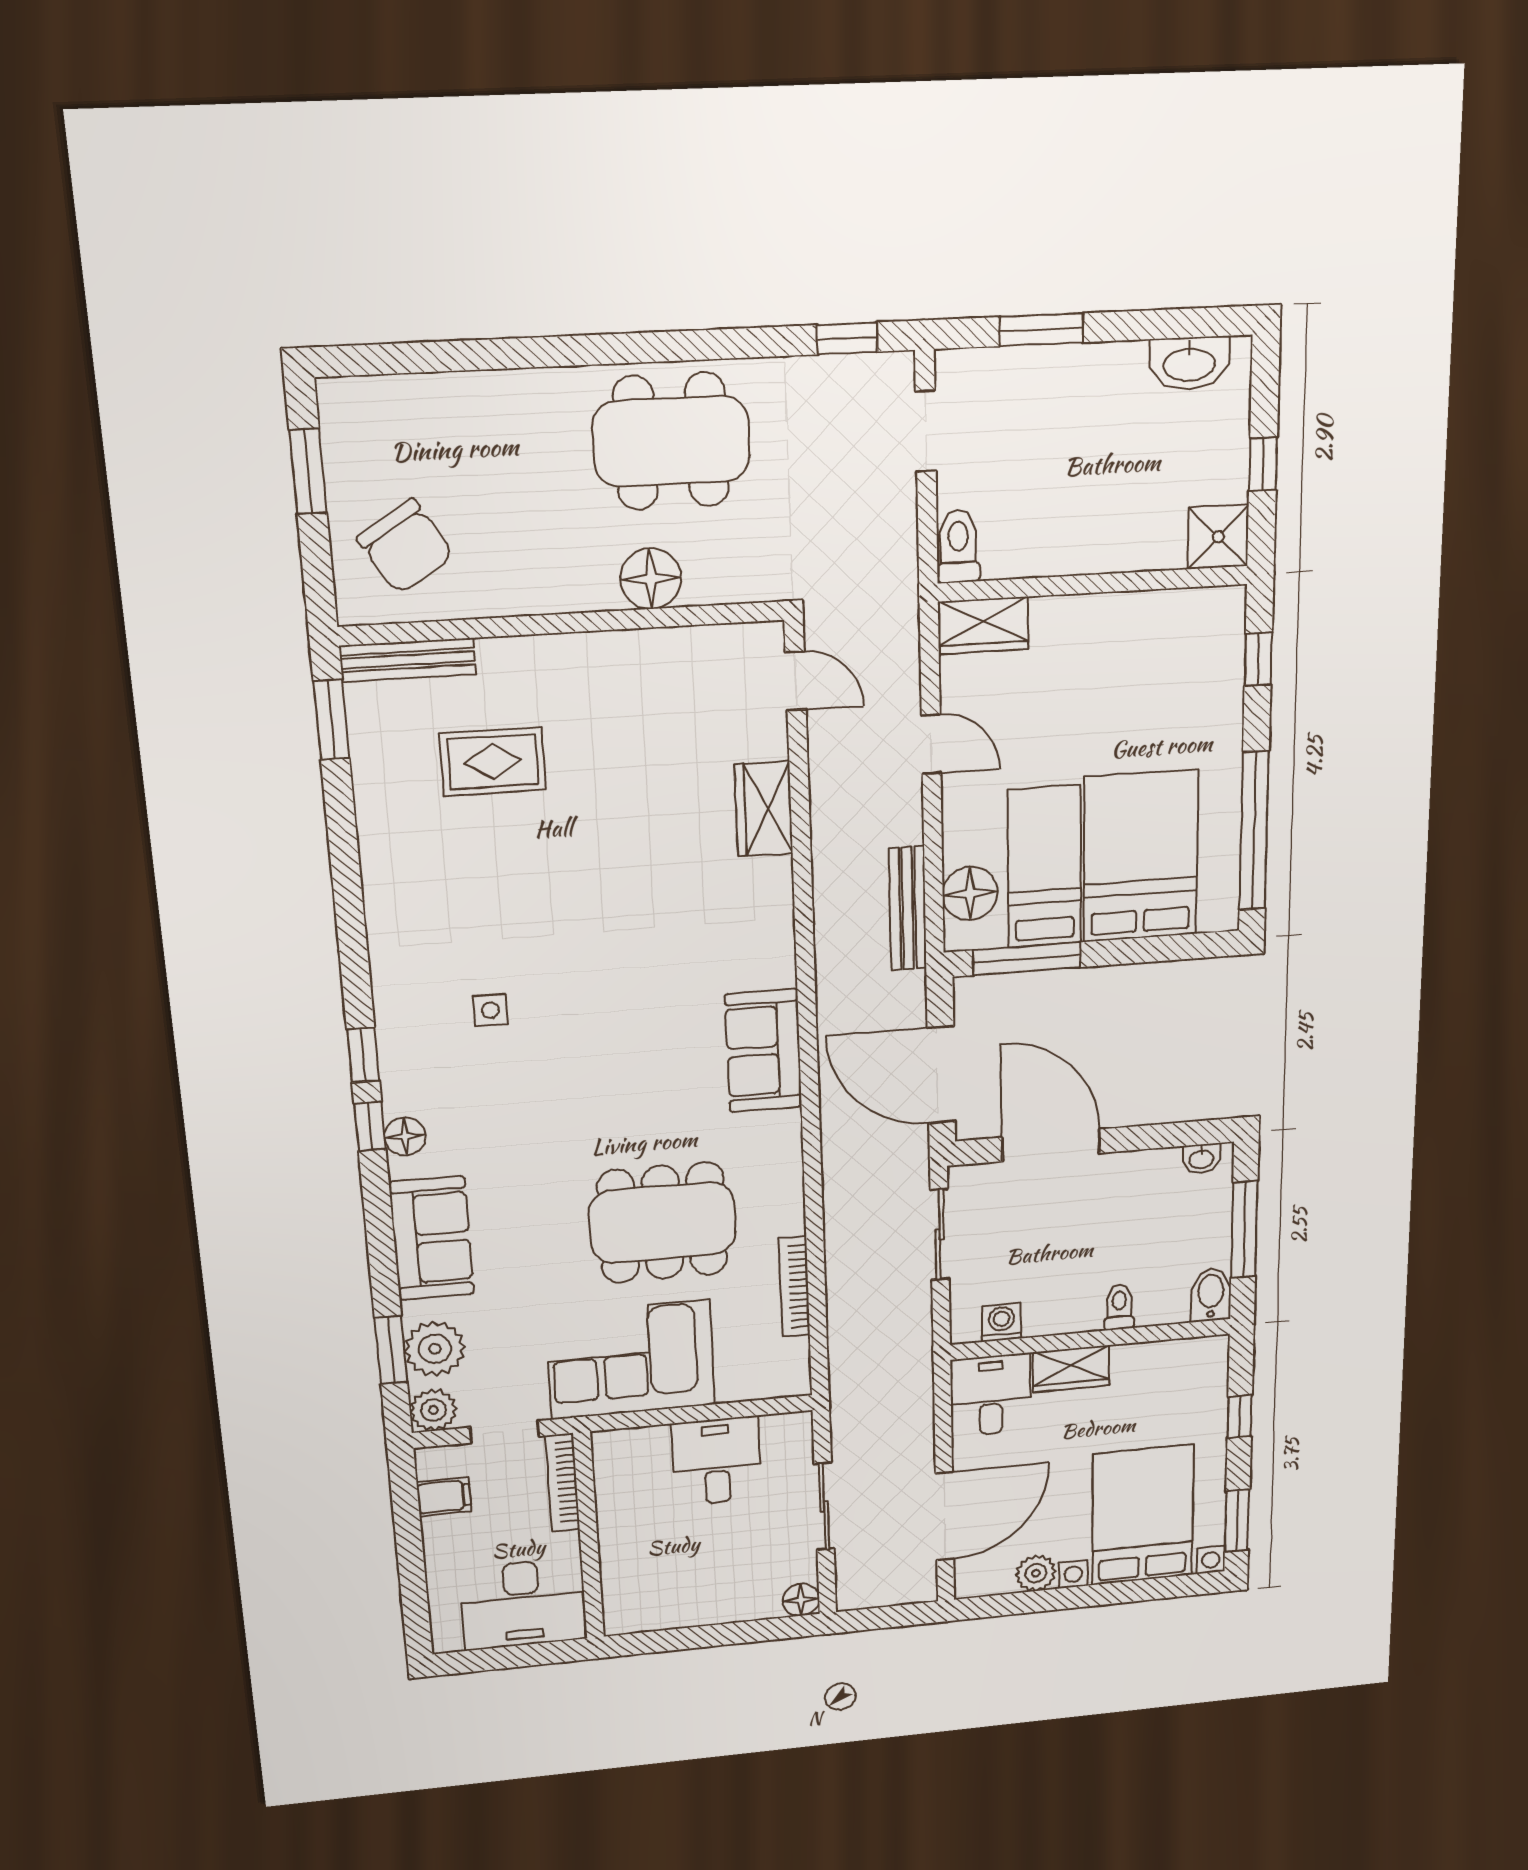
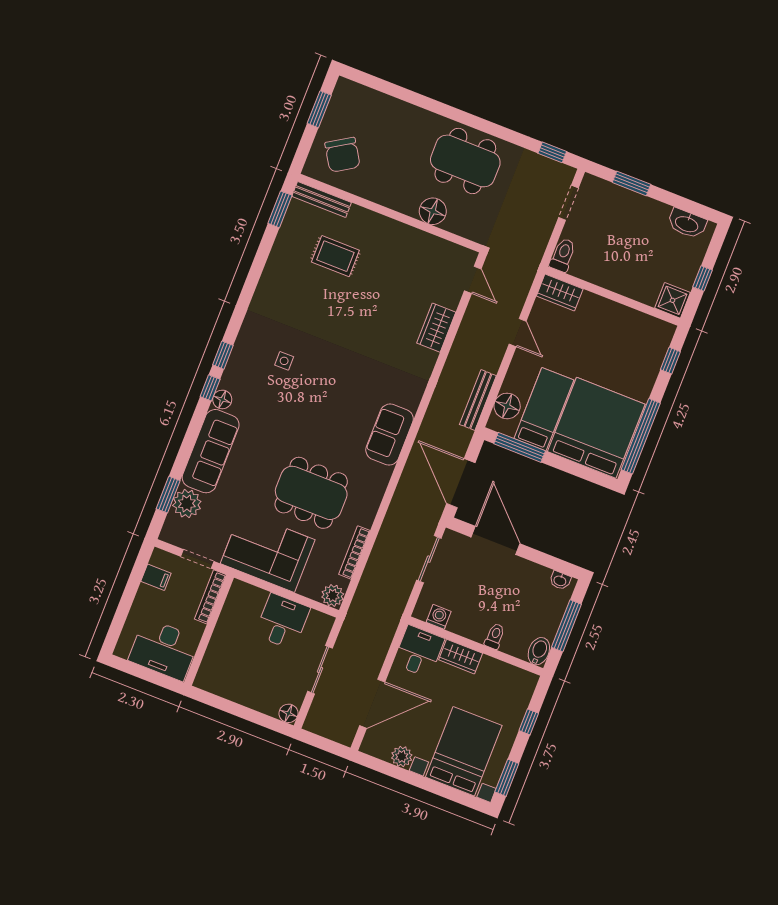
bed: (1141, 856) -> (596, 428), width x1.36
sofa: (432, 1238) -> (211, 451), width x1.36
plant: (433, 1410) -> (333, 595), moved

